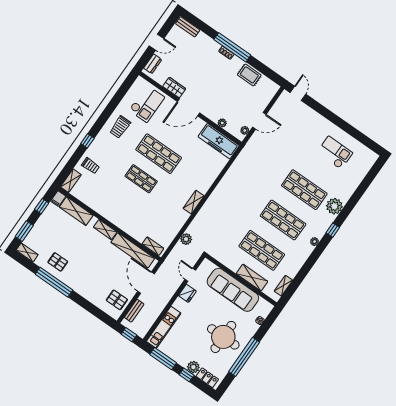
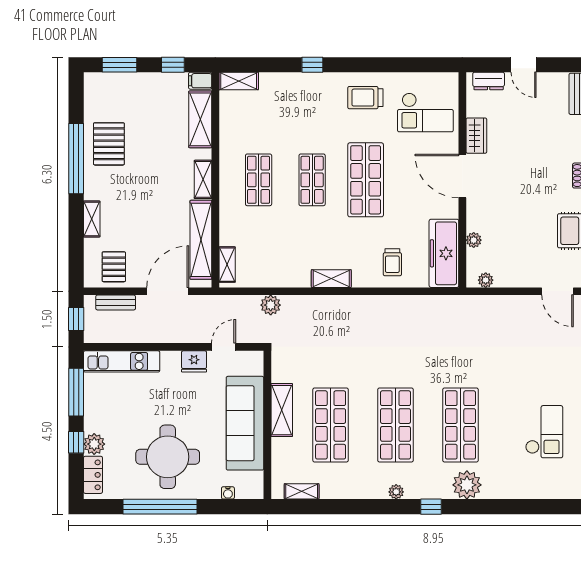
door: (259, 121) -> (558, 291), moved
trolley: (91, 166) -> (392, 262), moved
shop shelf: (124, 204) -> (259, 180), added
shelving: (27, 252) -> (92, 219), moved
pallet: (58, 262) -> (109, 144), width x1.50, depth x1.42
shelving: (252, 278) -> (282, 410), moved

